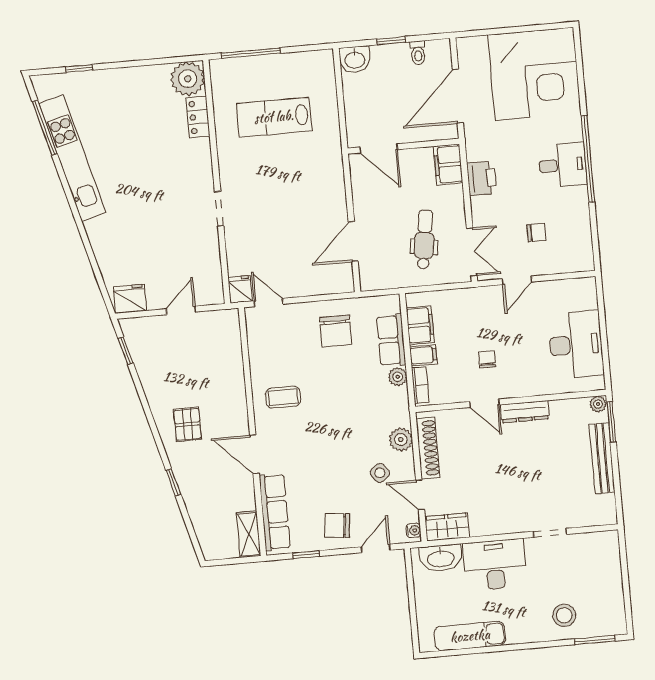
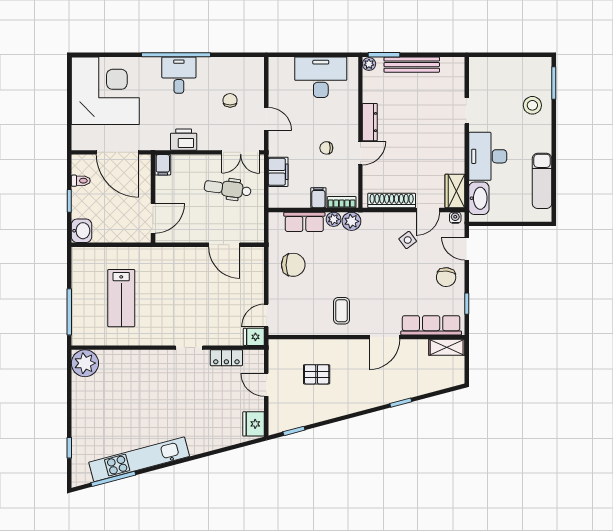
locker: (198, 117) -> (226, 358), moved
filing cabinet: (448, 165) -> (163, 165), width x0.50
double door: (472, 252) -> (241, 152), swing flipped
filing cabinet: (420, 325) -> (278, 172), moved, turned 90
pallet: (188, 424) -> (317, 374), moved
plant: (401, 440) -> (351, 221), moved

